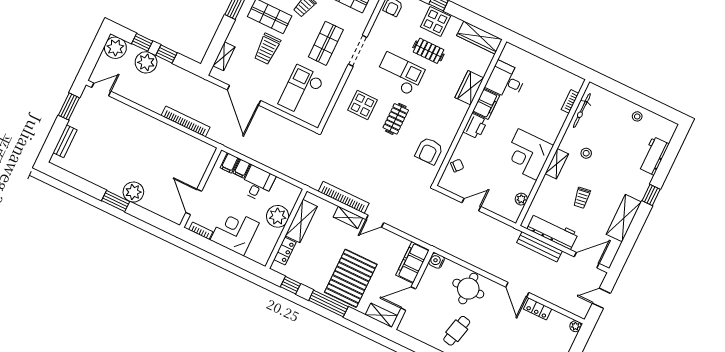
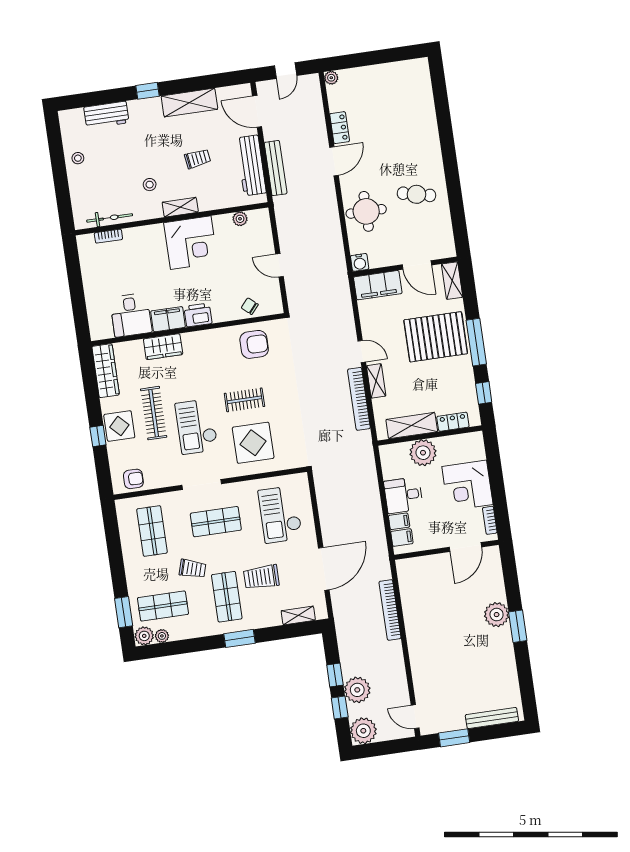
trolley: (267, 49) -> (261, 577), turned 180
clothes rail: (428, 51) -> (154, 413), width x1.36
checkout: (301, 91) -> (280, 514), turned 90
display table: (362, 105) -> (253, 443), width x1.36, depth x1.36
bench: (65, 141) -> (492, 718), width x1.36
door: (601, 298) -> (286, 71), hinge flipped

